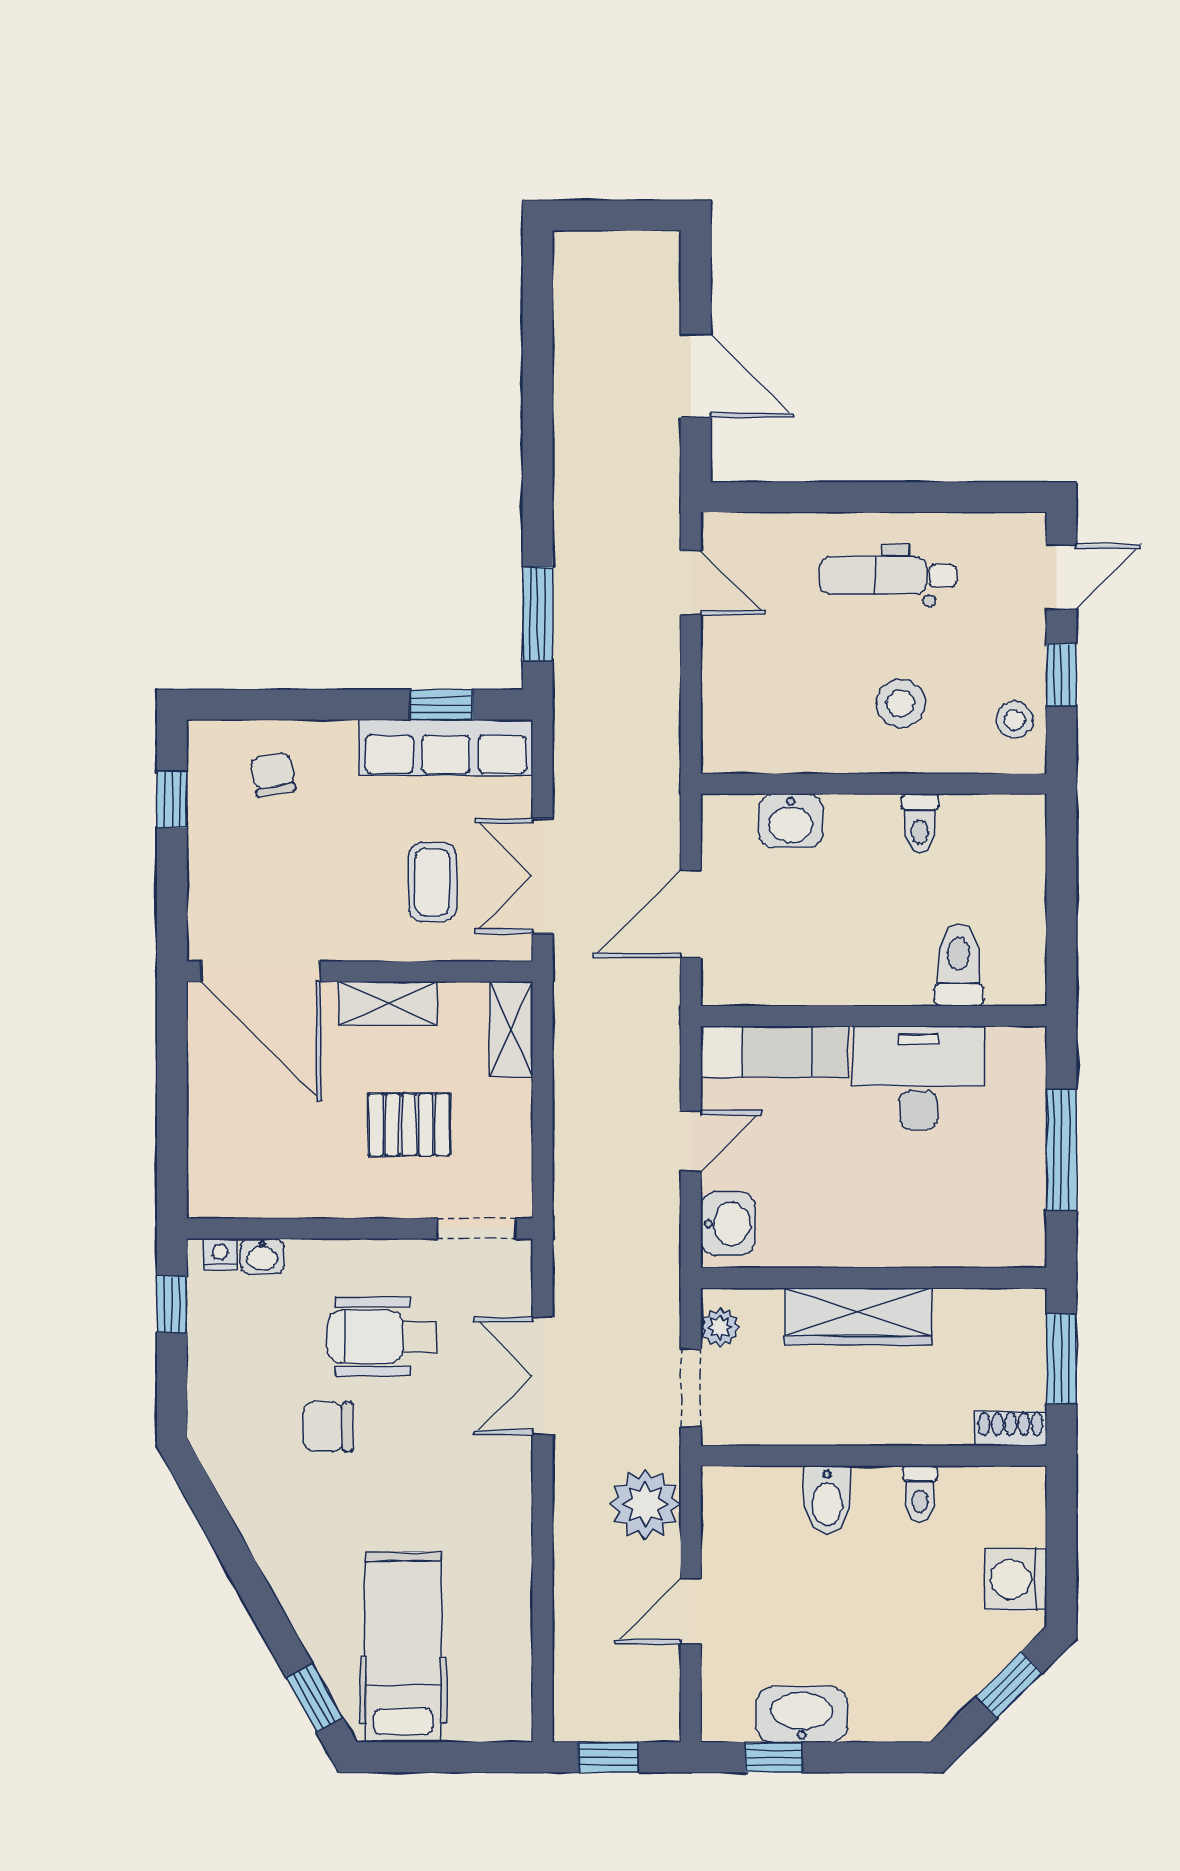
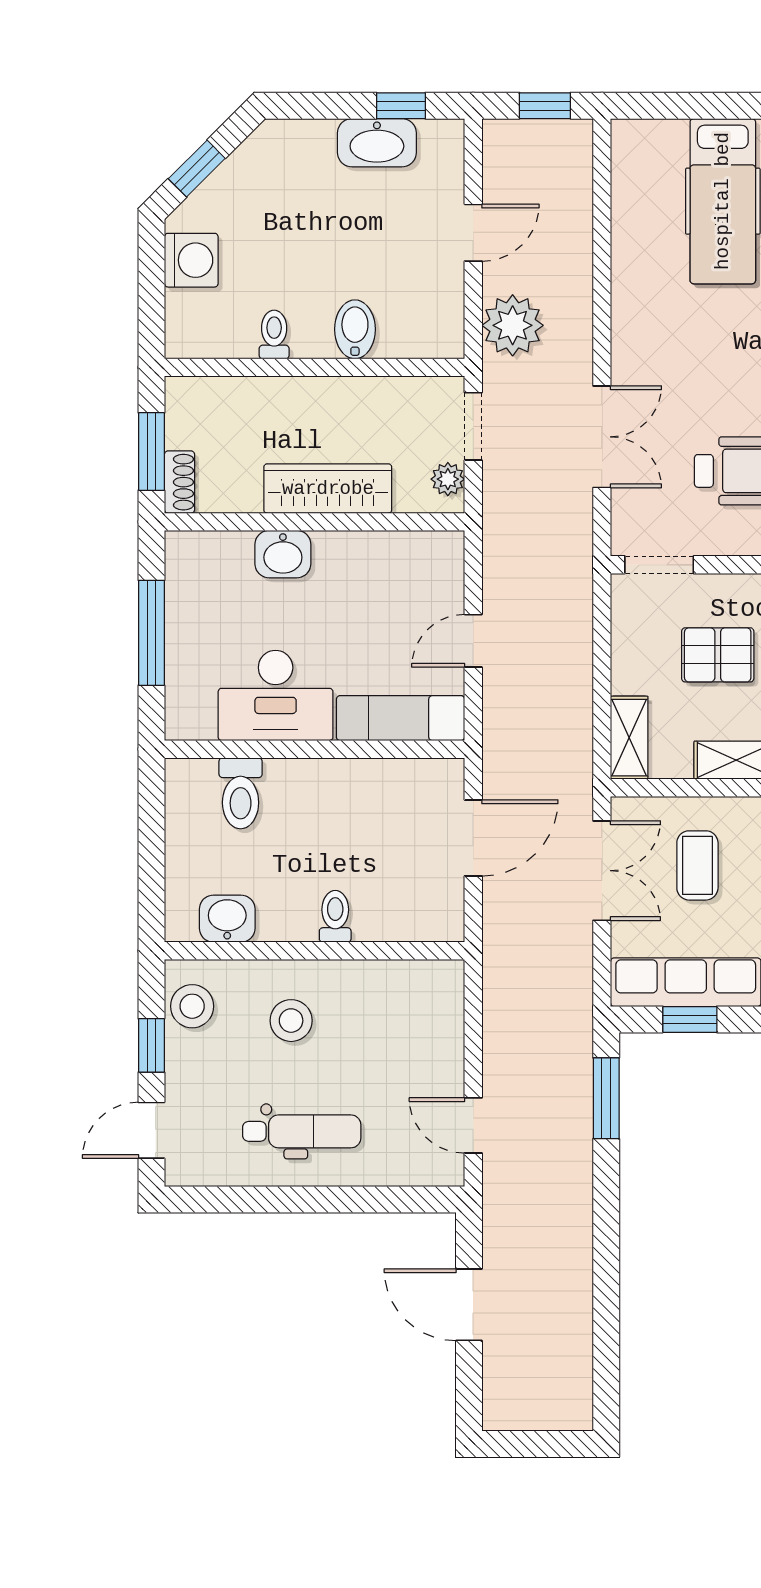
stool: (1015, 720) -> (192, 1006), width x1.37, depth x1.37
washbasin: (791, 821) -> (227, 919), moved
toilet: (920, 823) -> (335, 916), moved
washbasin: (728, 1224) -> (283, 554), moved, turned -90
shoe rack: (1011, 1428) -> (179, 482), moved, turned -90

